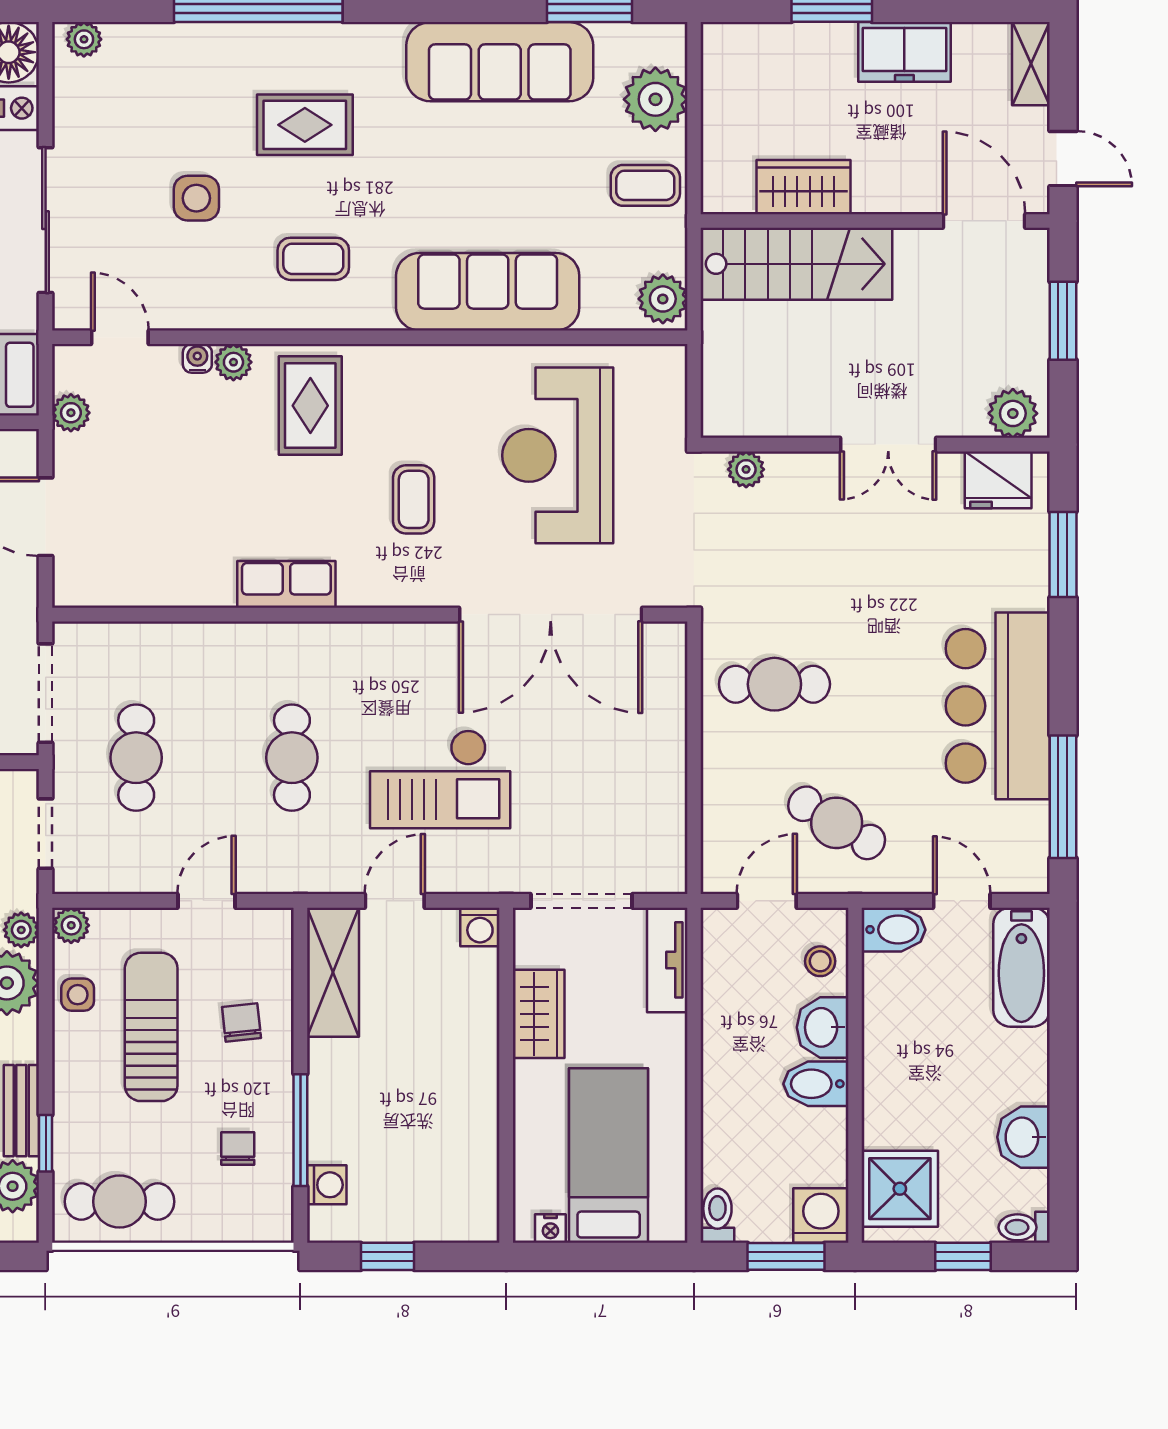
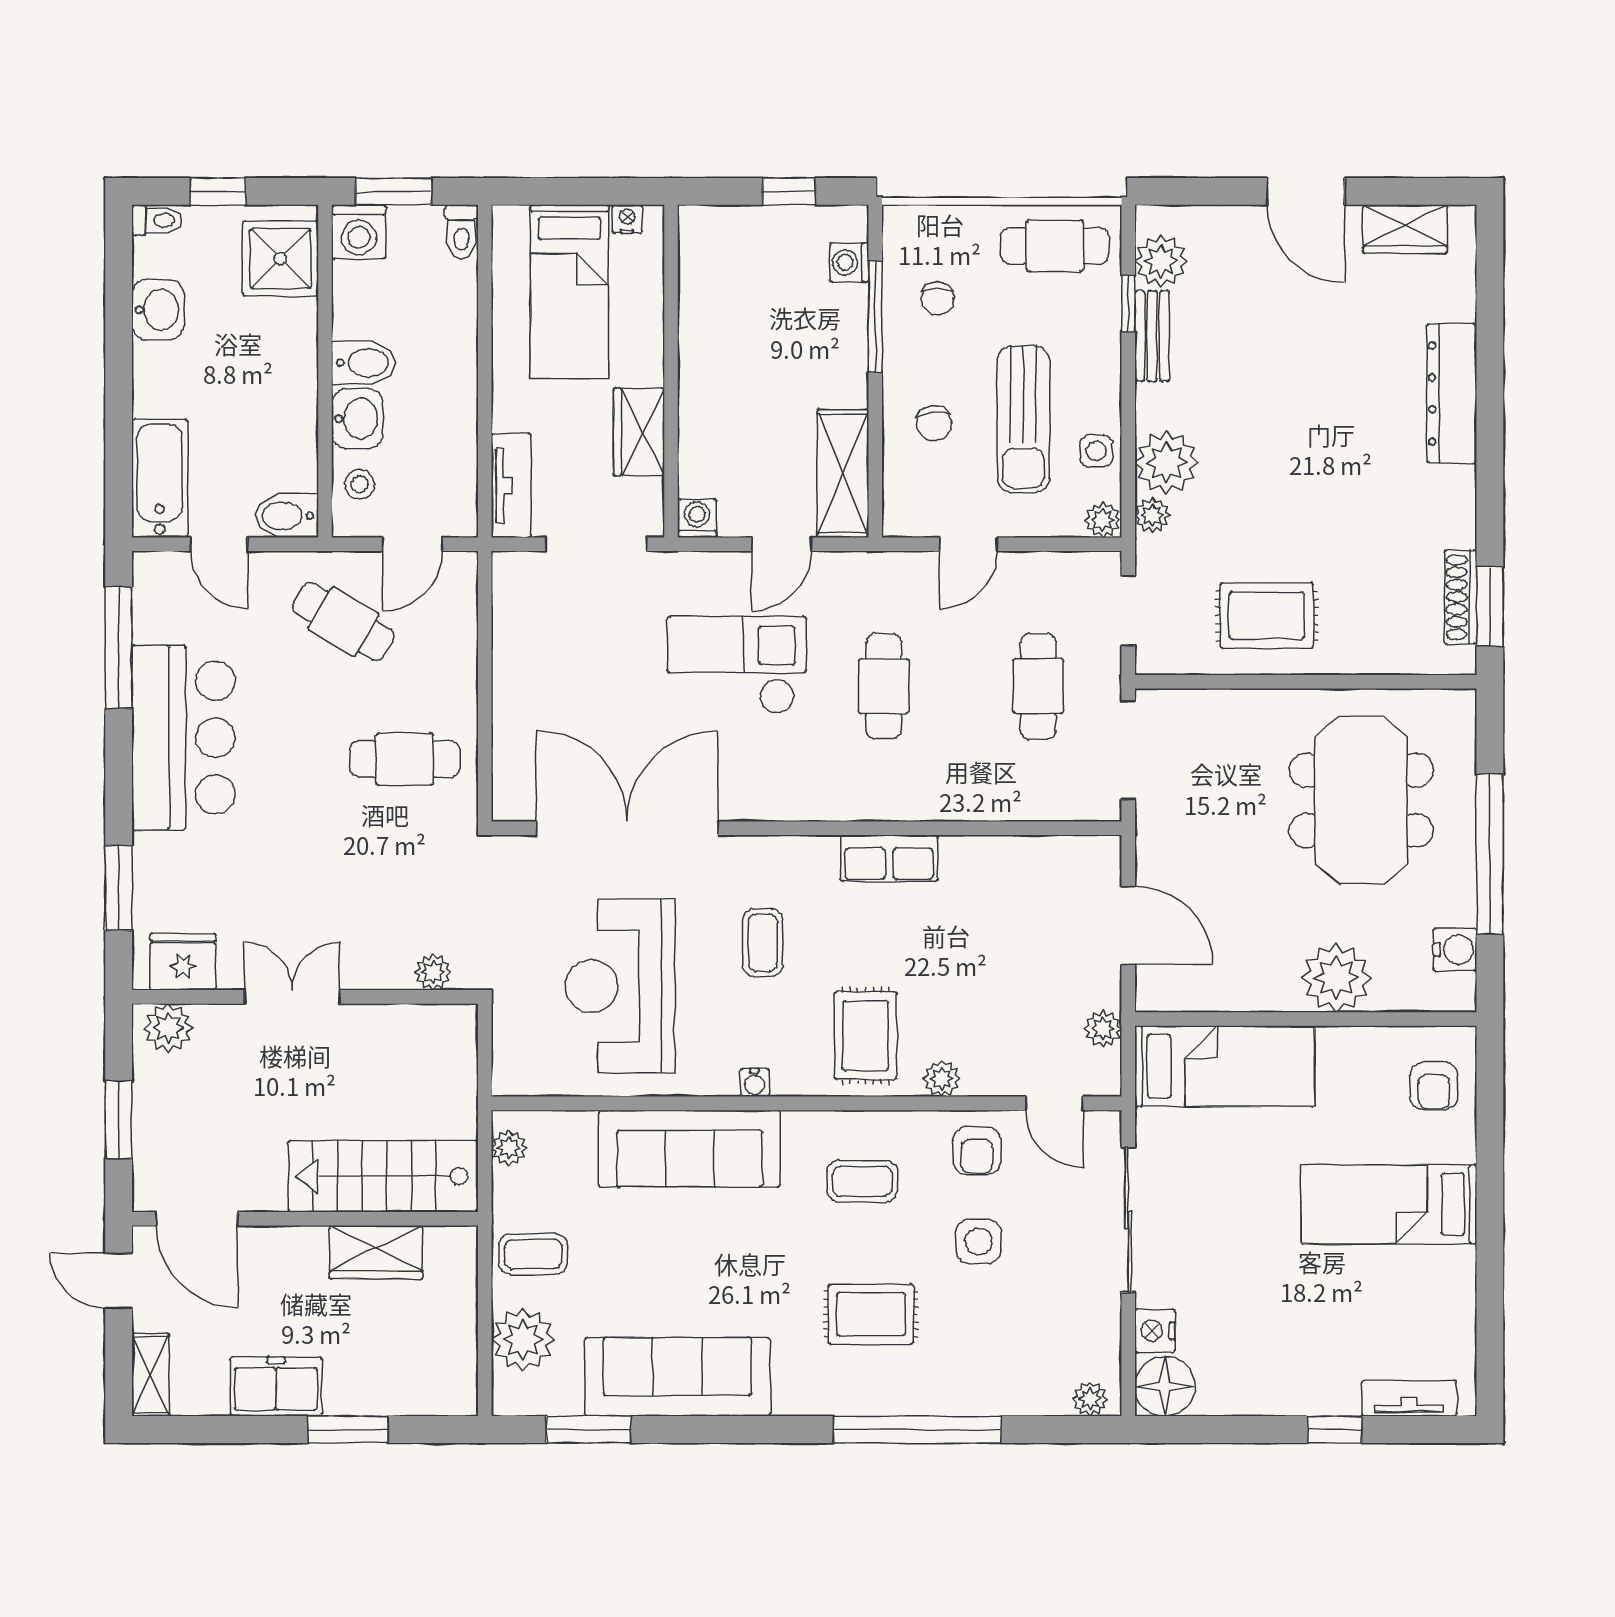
armchair: (198, 290) -> (977, 1150), added
plant: (663, 299) -> (509, 1148), width x0.73, depth x0.73
water cooler: (197, 358) -> (755, 1082), moved
reception desk: (558, 455) -> (620, 986), turned 180

